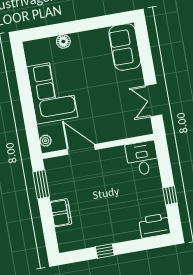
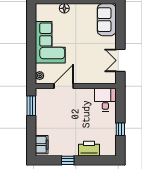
door: (81, 149) -> (64, 86), hinge flipped
filing cabinet: (61, 213) -> (42, 145), moved
printer: (155, 226) -> (89, 149), moved

